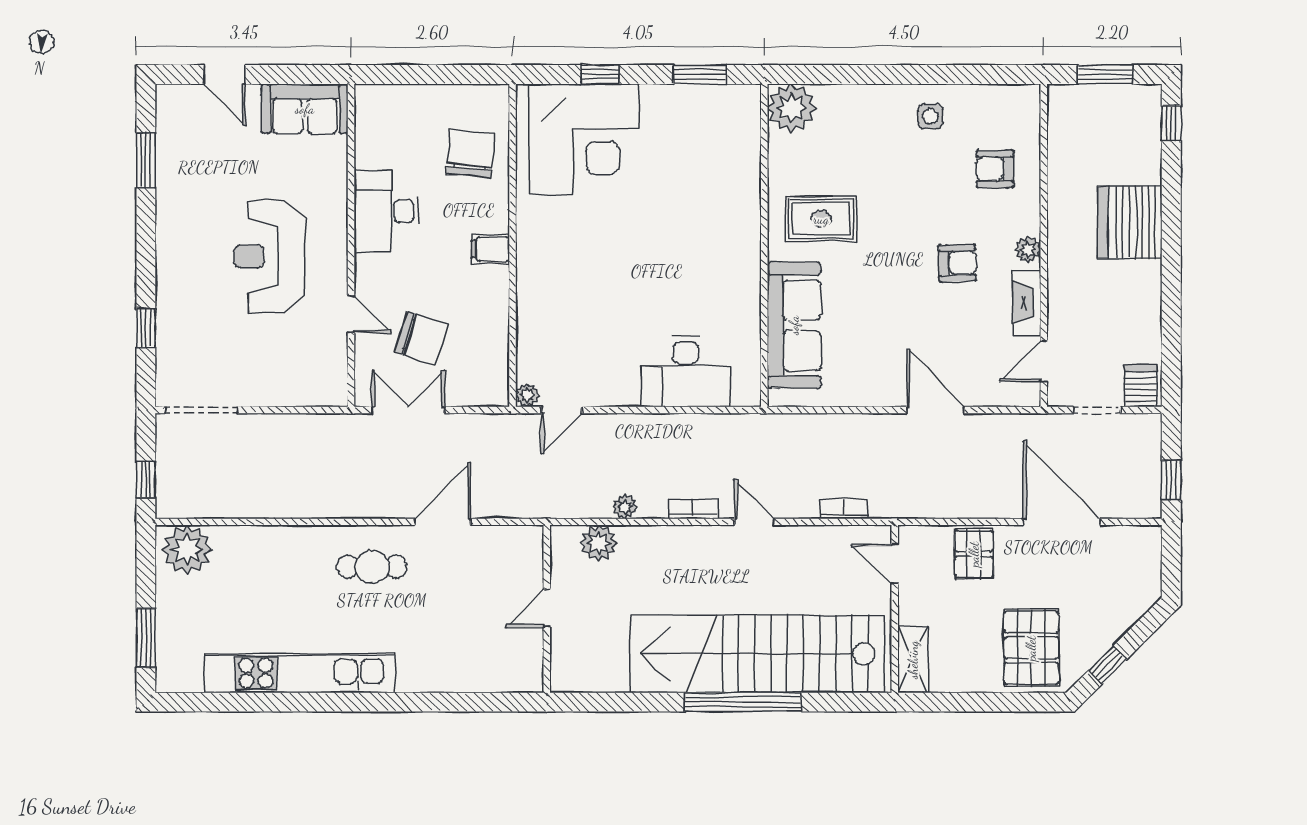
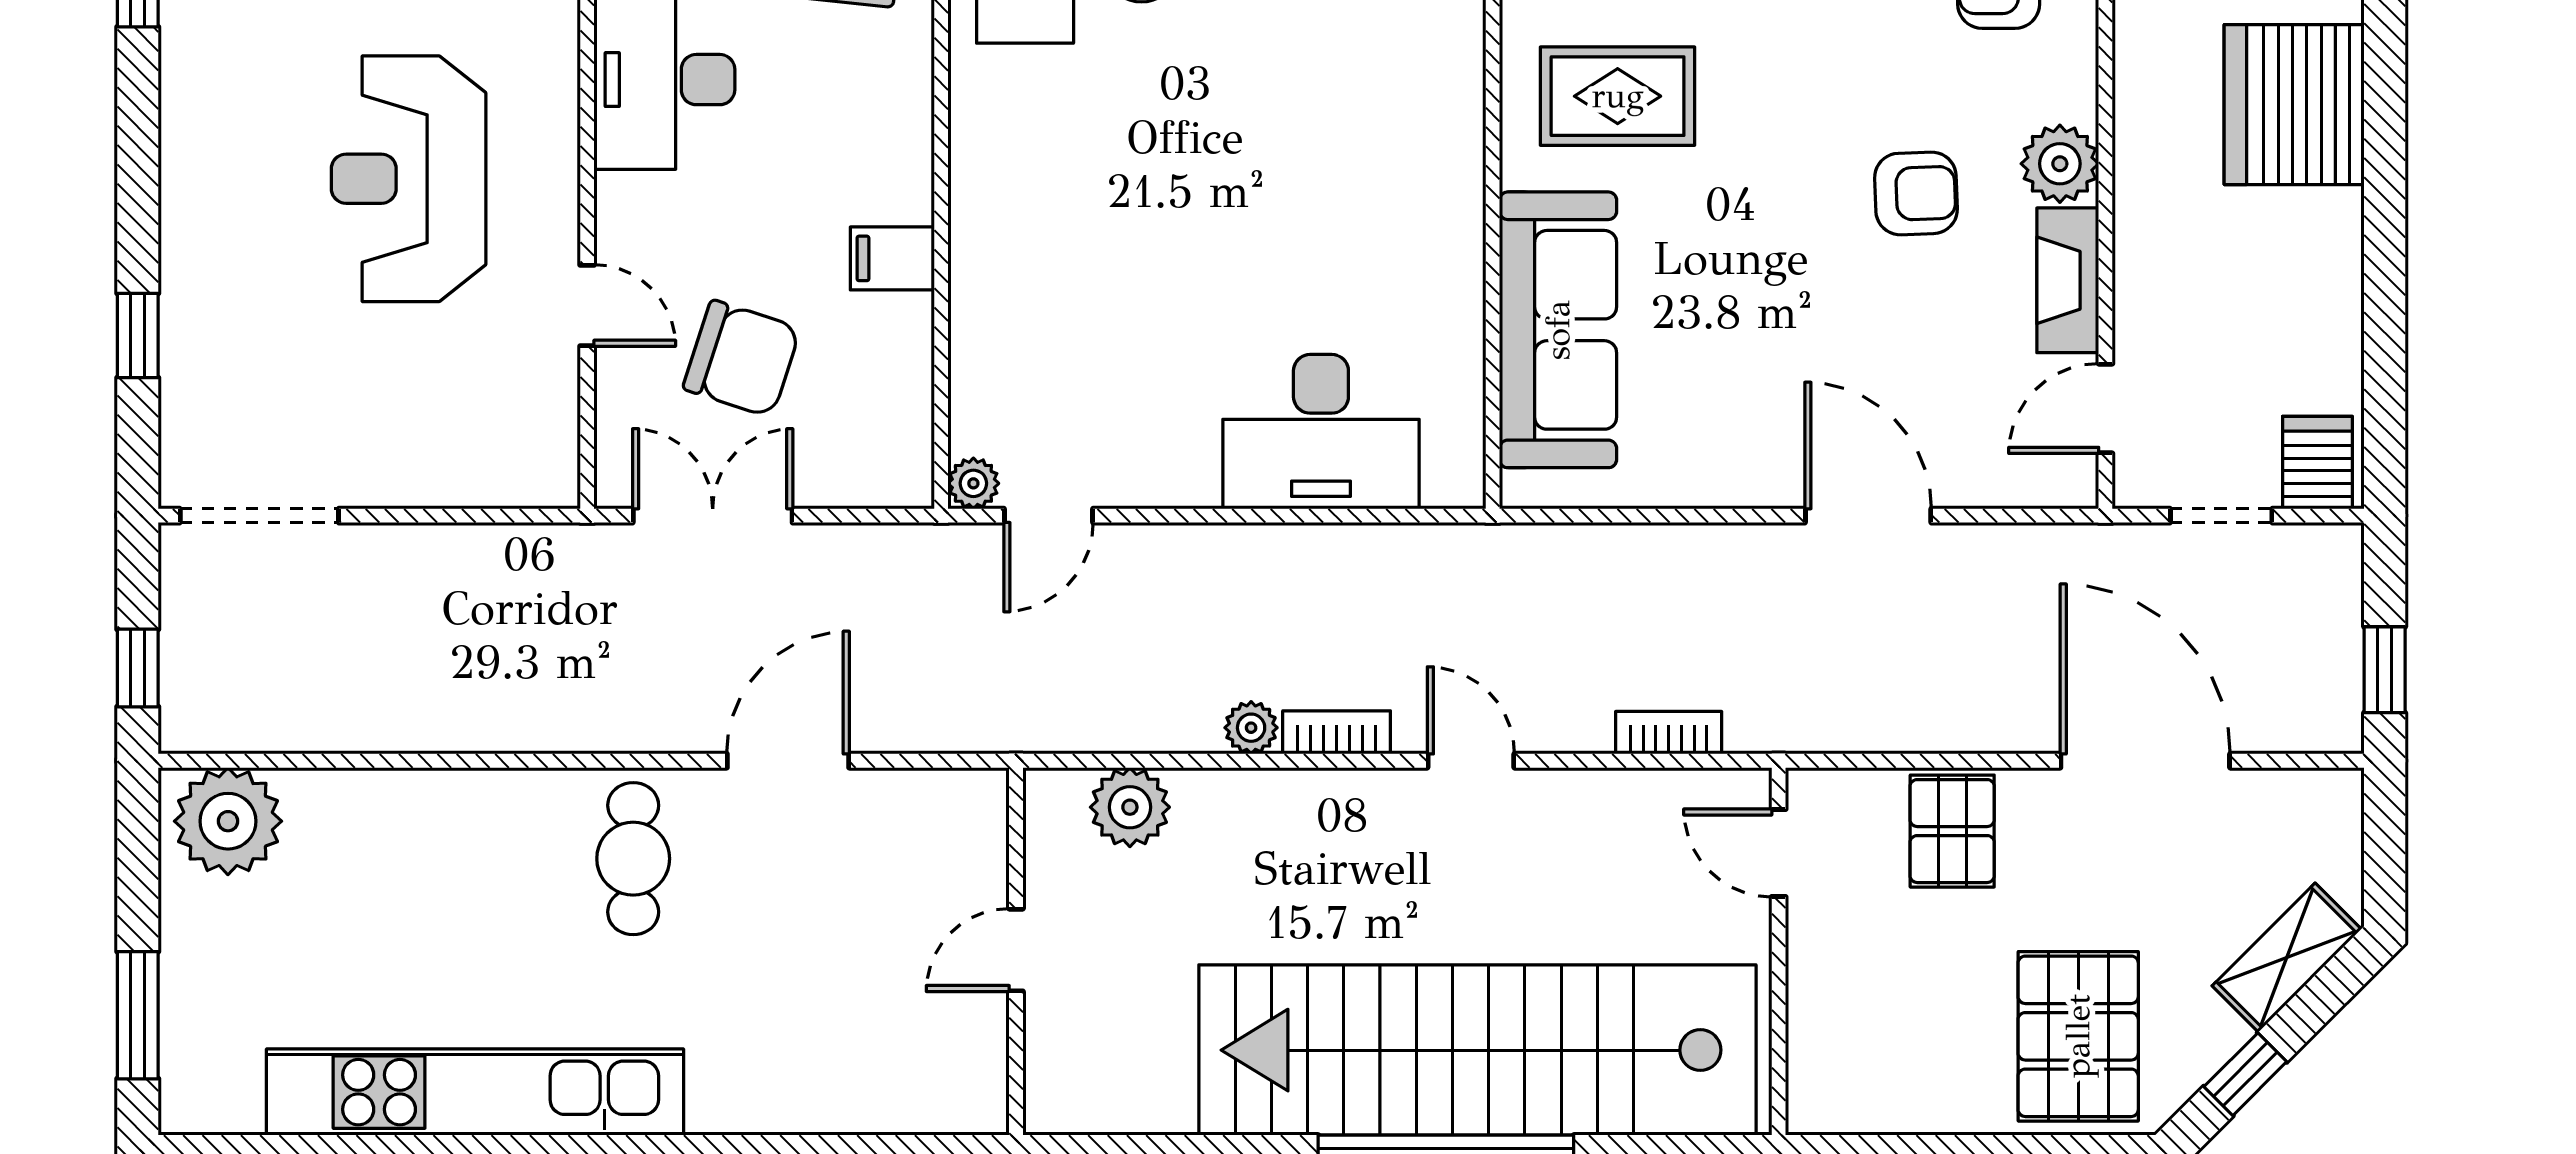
filing cabinet: (490, 249) -> (892, 258), moved
plant: (1028, 249) -> (2060, 164), width x1.38, depth x1.38
plant: (625, 507) -> (1251, 728), moved
cafe table: (372, 567) -> (633, 859), turned 90
shelving: (913, 660) -> (2287, 958), moved, turned 45

